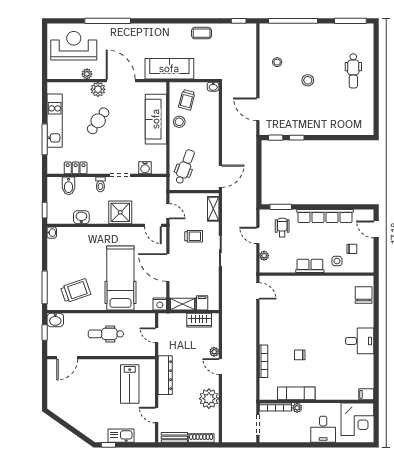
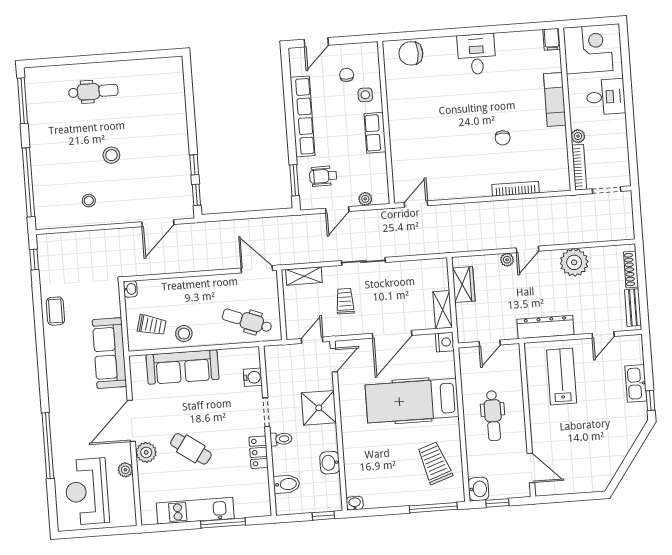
locker: (76, 168) -> (259, 452), moved
filing cabinet: (202, 303) -> (439, 282), removed
lab bench: (130, 384) -> (562, 377), turned -90
exam couch: (296, 393) -> (555, 100), moved

